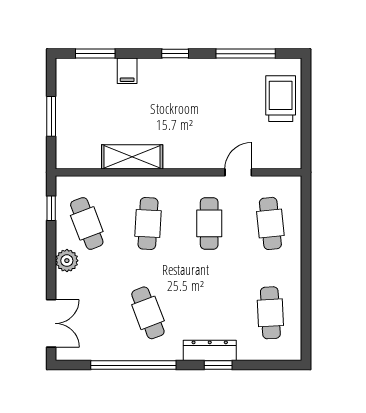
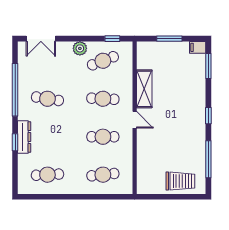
filing cabinet: (127, 71) -> (198, 47), moved
door: (238, 172) -> (135, 120), moved
cafe table: (148, 313) -> (47, 99), turned 30

